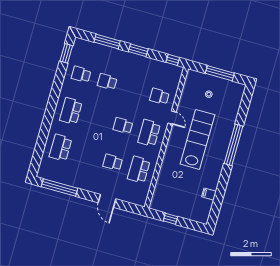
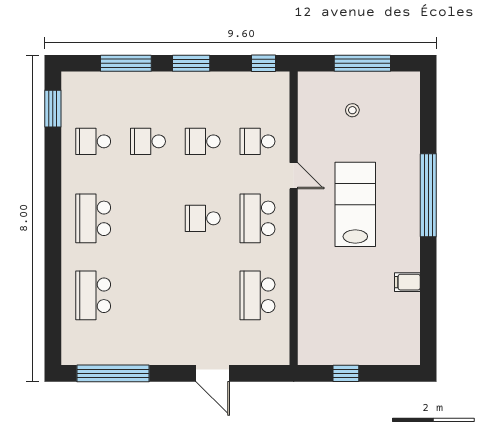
lab bench: (198, 139) -> (355, 204), width x0.73
school desk: (113, 162) -> (203, 141), moved
filing cabinet: (209, 194) -> (407, 282), moved

